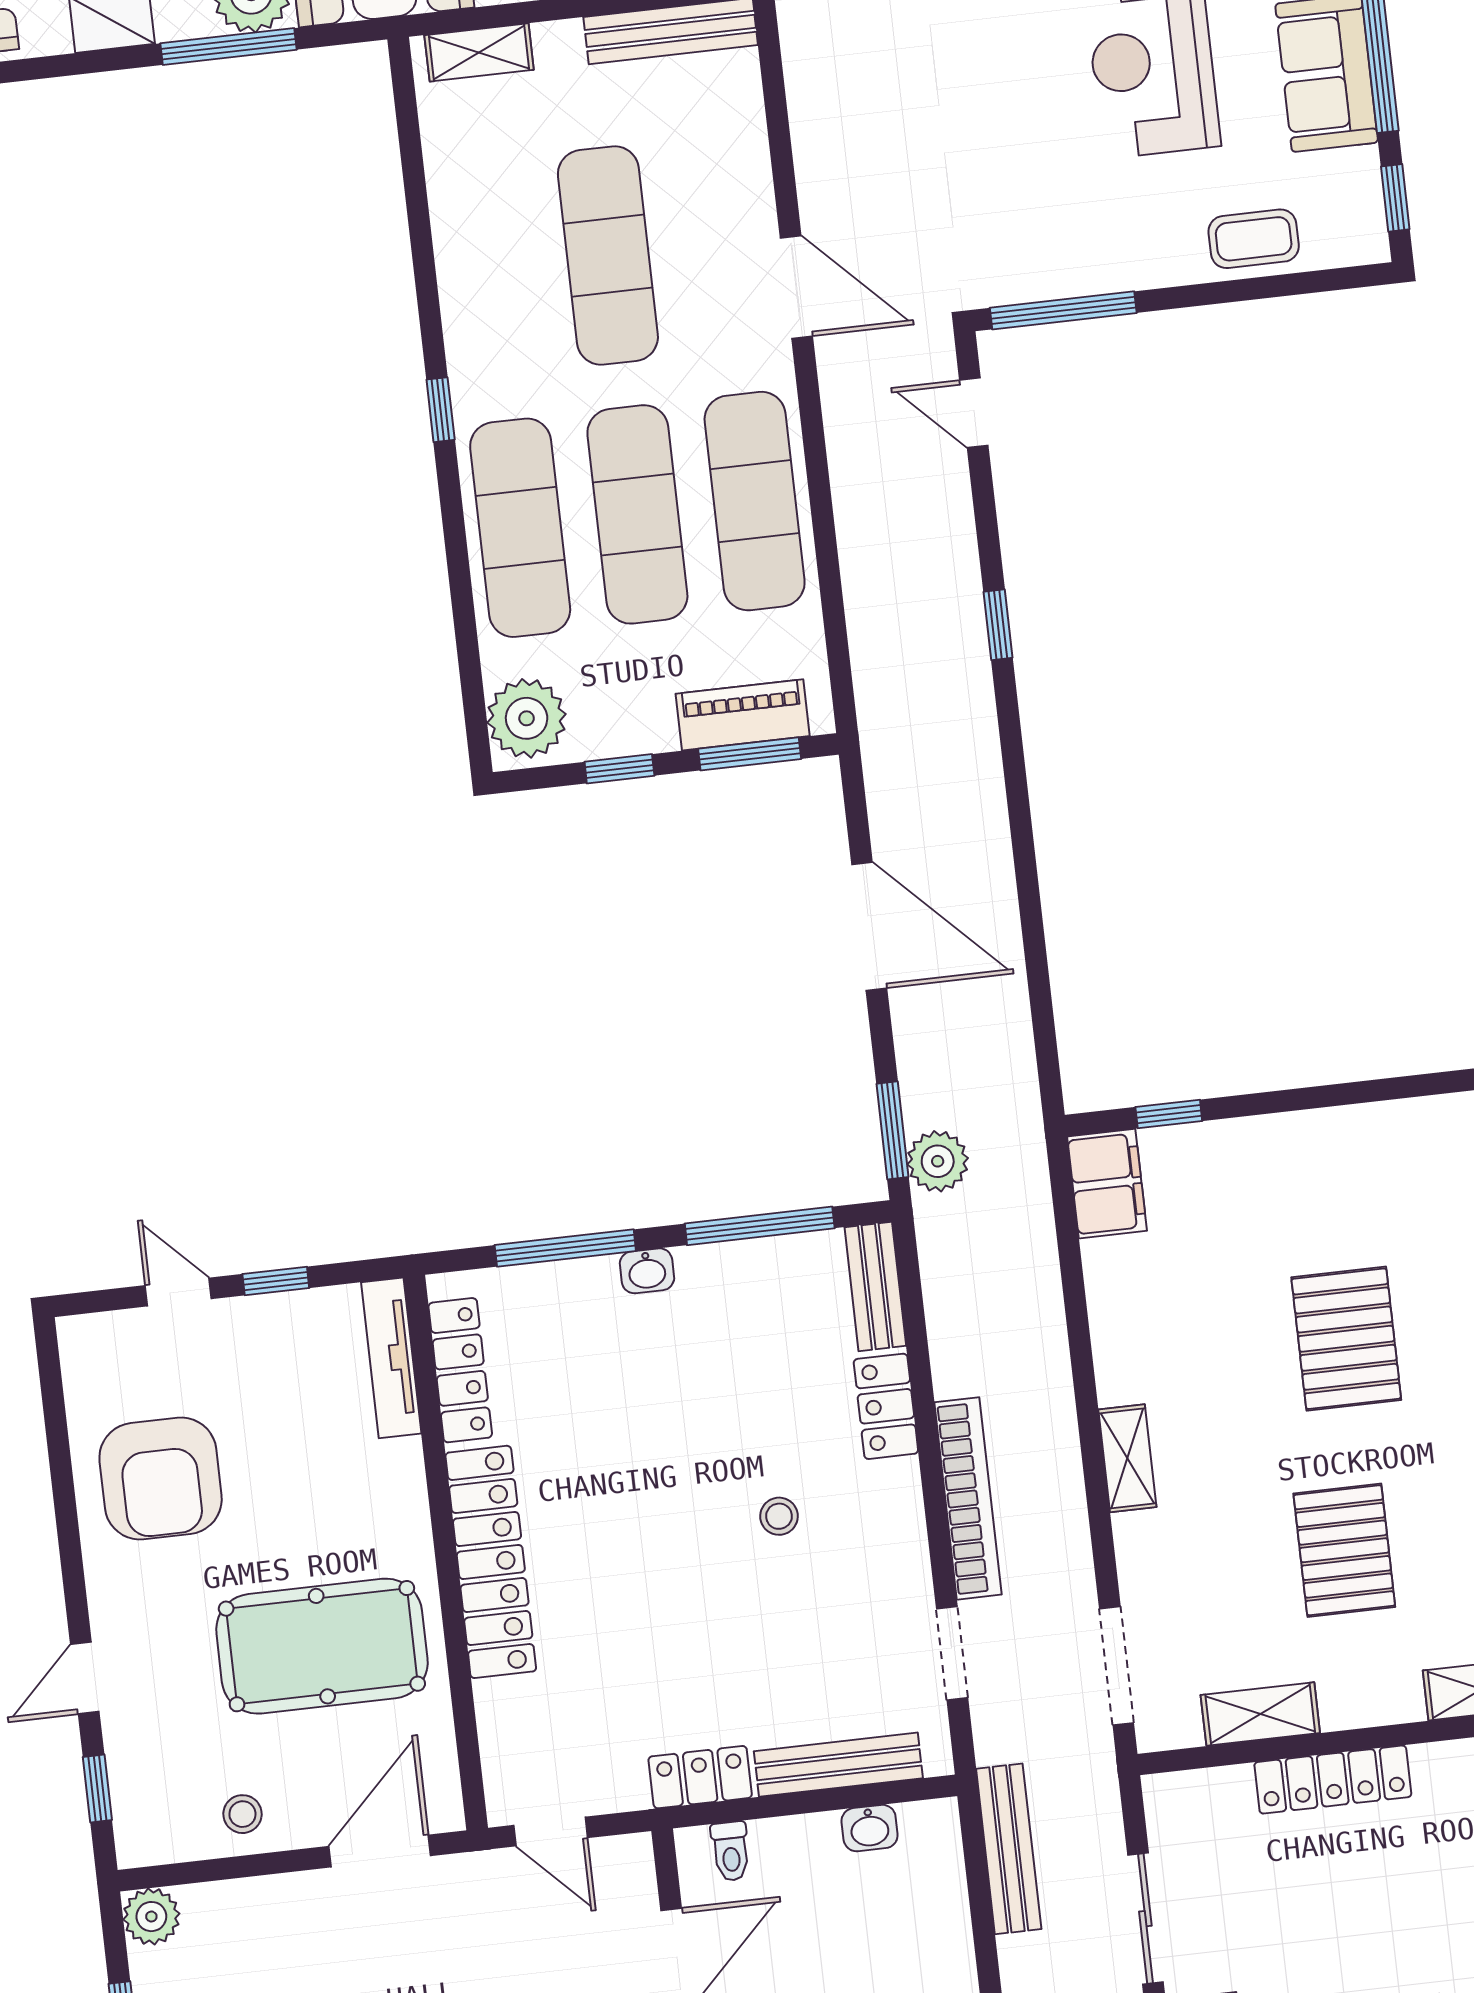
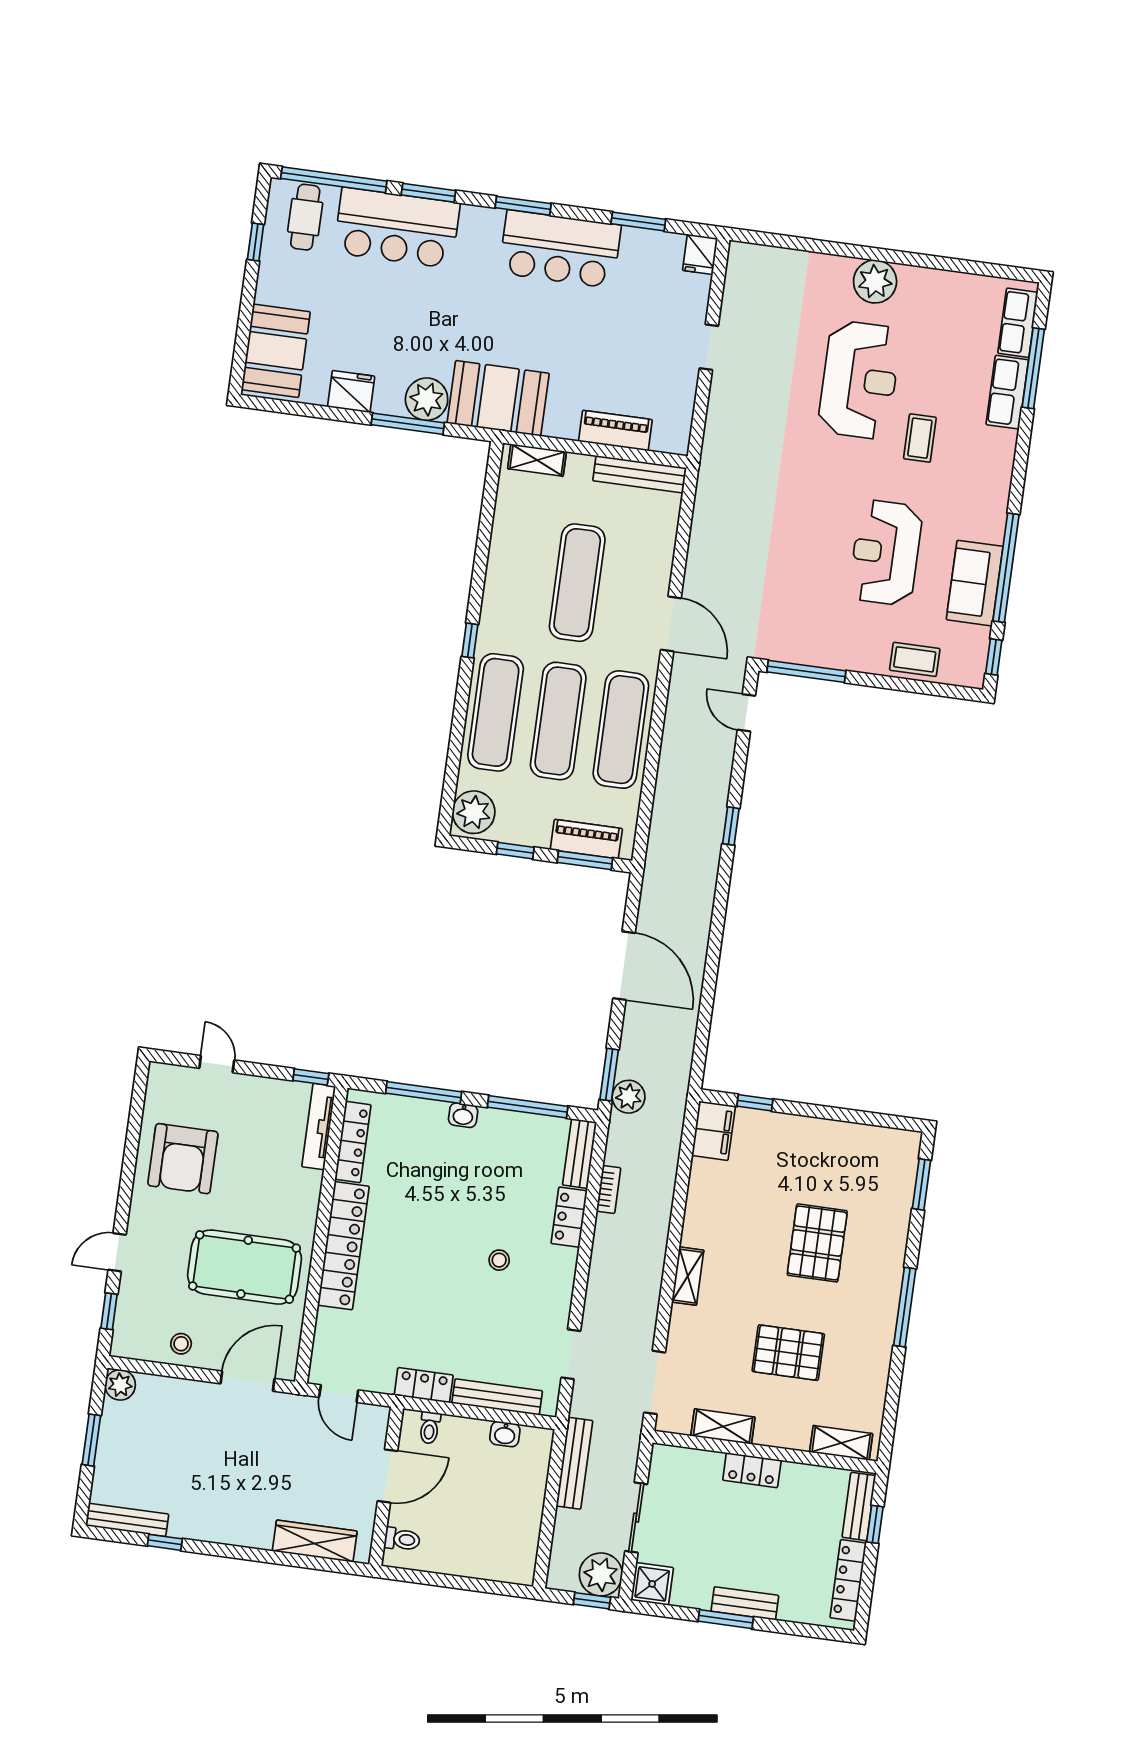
window: (276, 1281) -> (311, 1077), moved
bookcase: (968, 1498) -> (609, 1189), moved, width x0.43, depth x0.76
pallet: (1344, 1550) -> (788, 1353), turned 90
locker: (1333, 1780) -> (752, 1470), width x0.66

